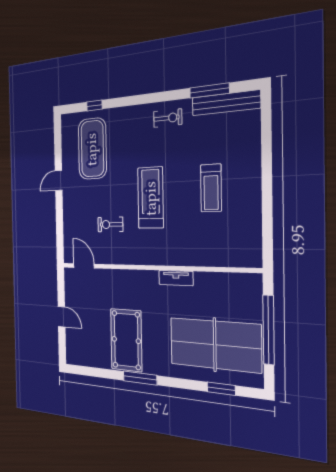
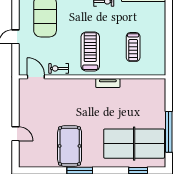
door: (84, 266) -> (36, 77), moved
wall: (154, 268) -> (92, 77), moved
tv unit: (176, 278) -> (108, 83), moved

